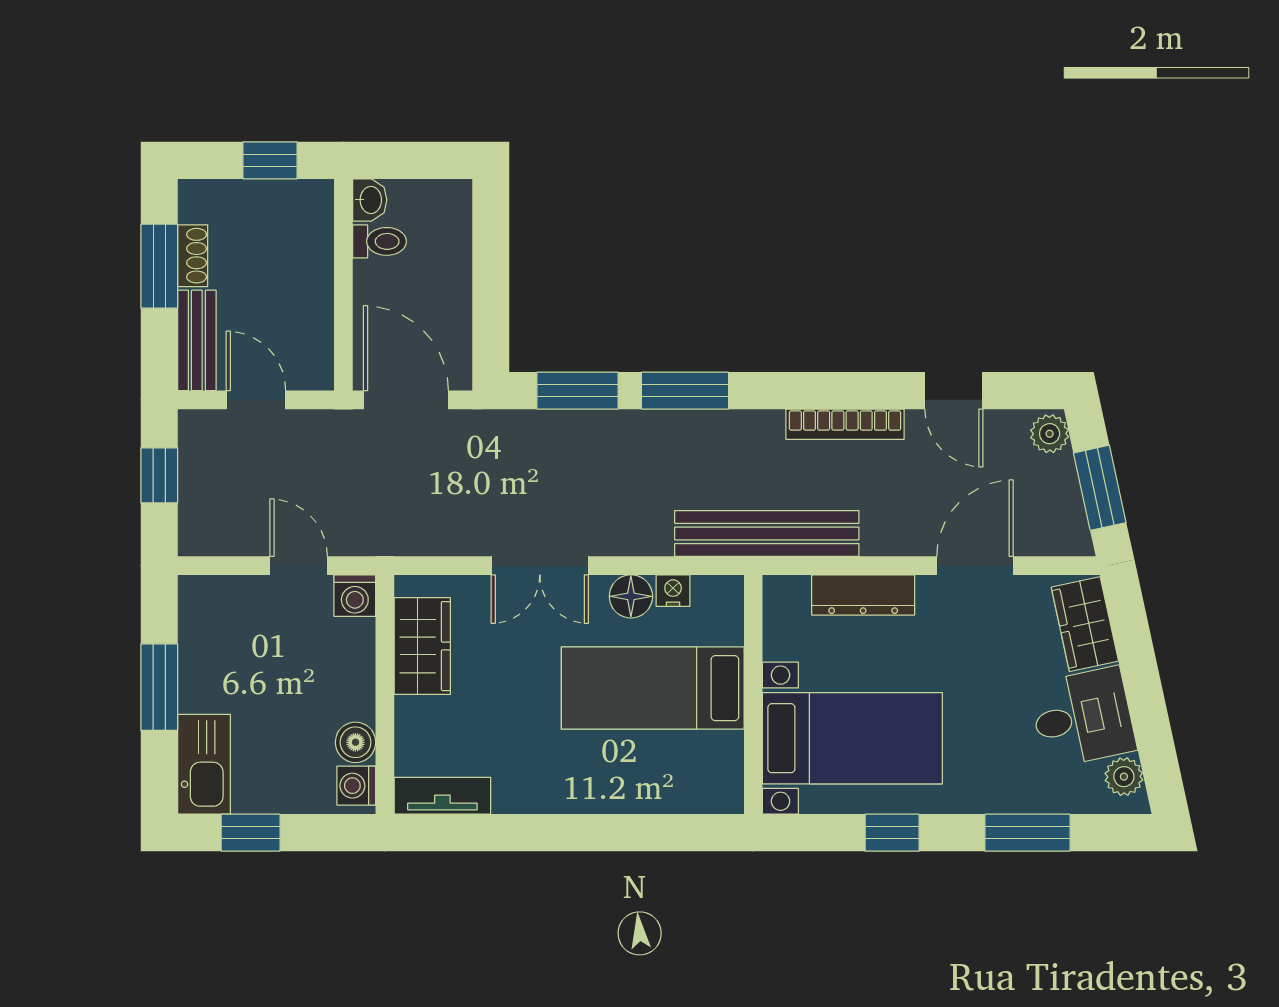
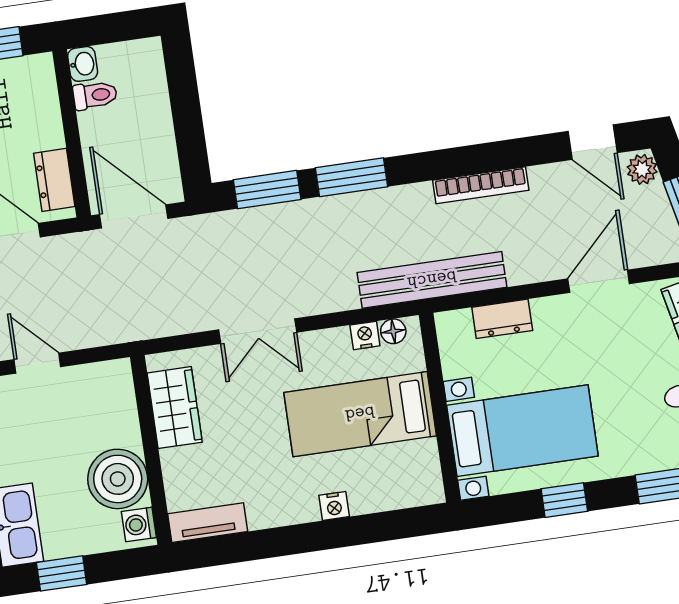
dresser: (313, 340) -> (54, 180), added
door: (954, 391) -> (593, 142), moved
door: (299, 566) -> (37, 363), moved
dresser: (863, 595) -> (502, 319), width x0.70
washing machine: (355, 596) -> (116, 376), removed
floor lamp: (631, 596) -> (393, 331), moved, width x0.73, depth x0.73
boiler: (355, 742) -> (118, 479), width x1.86, depth x1.86
nightstand: (603, 798) -> (334, 506), added

